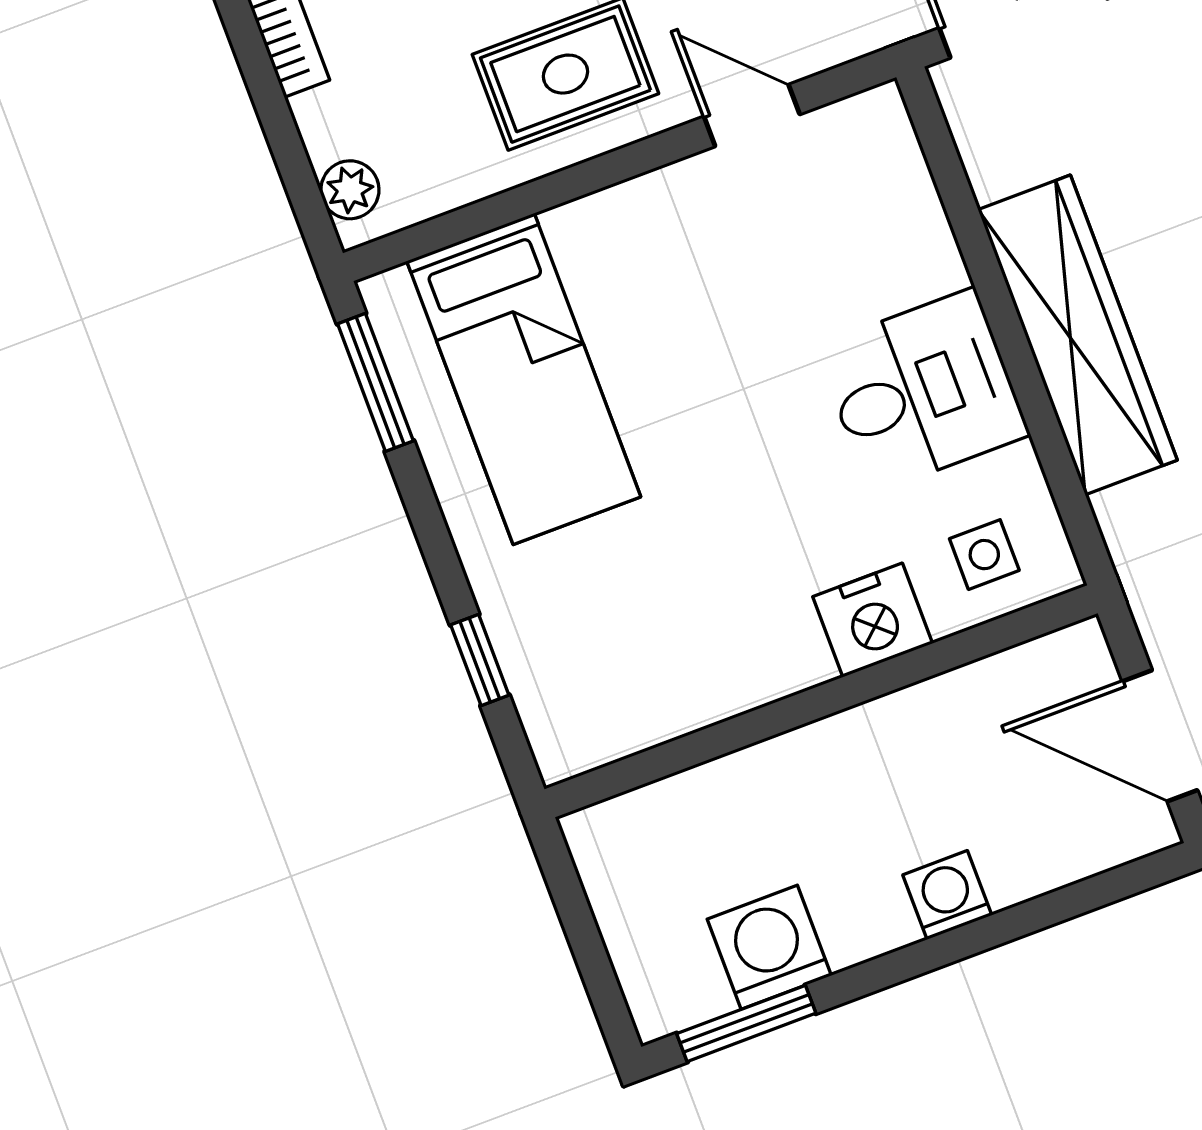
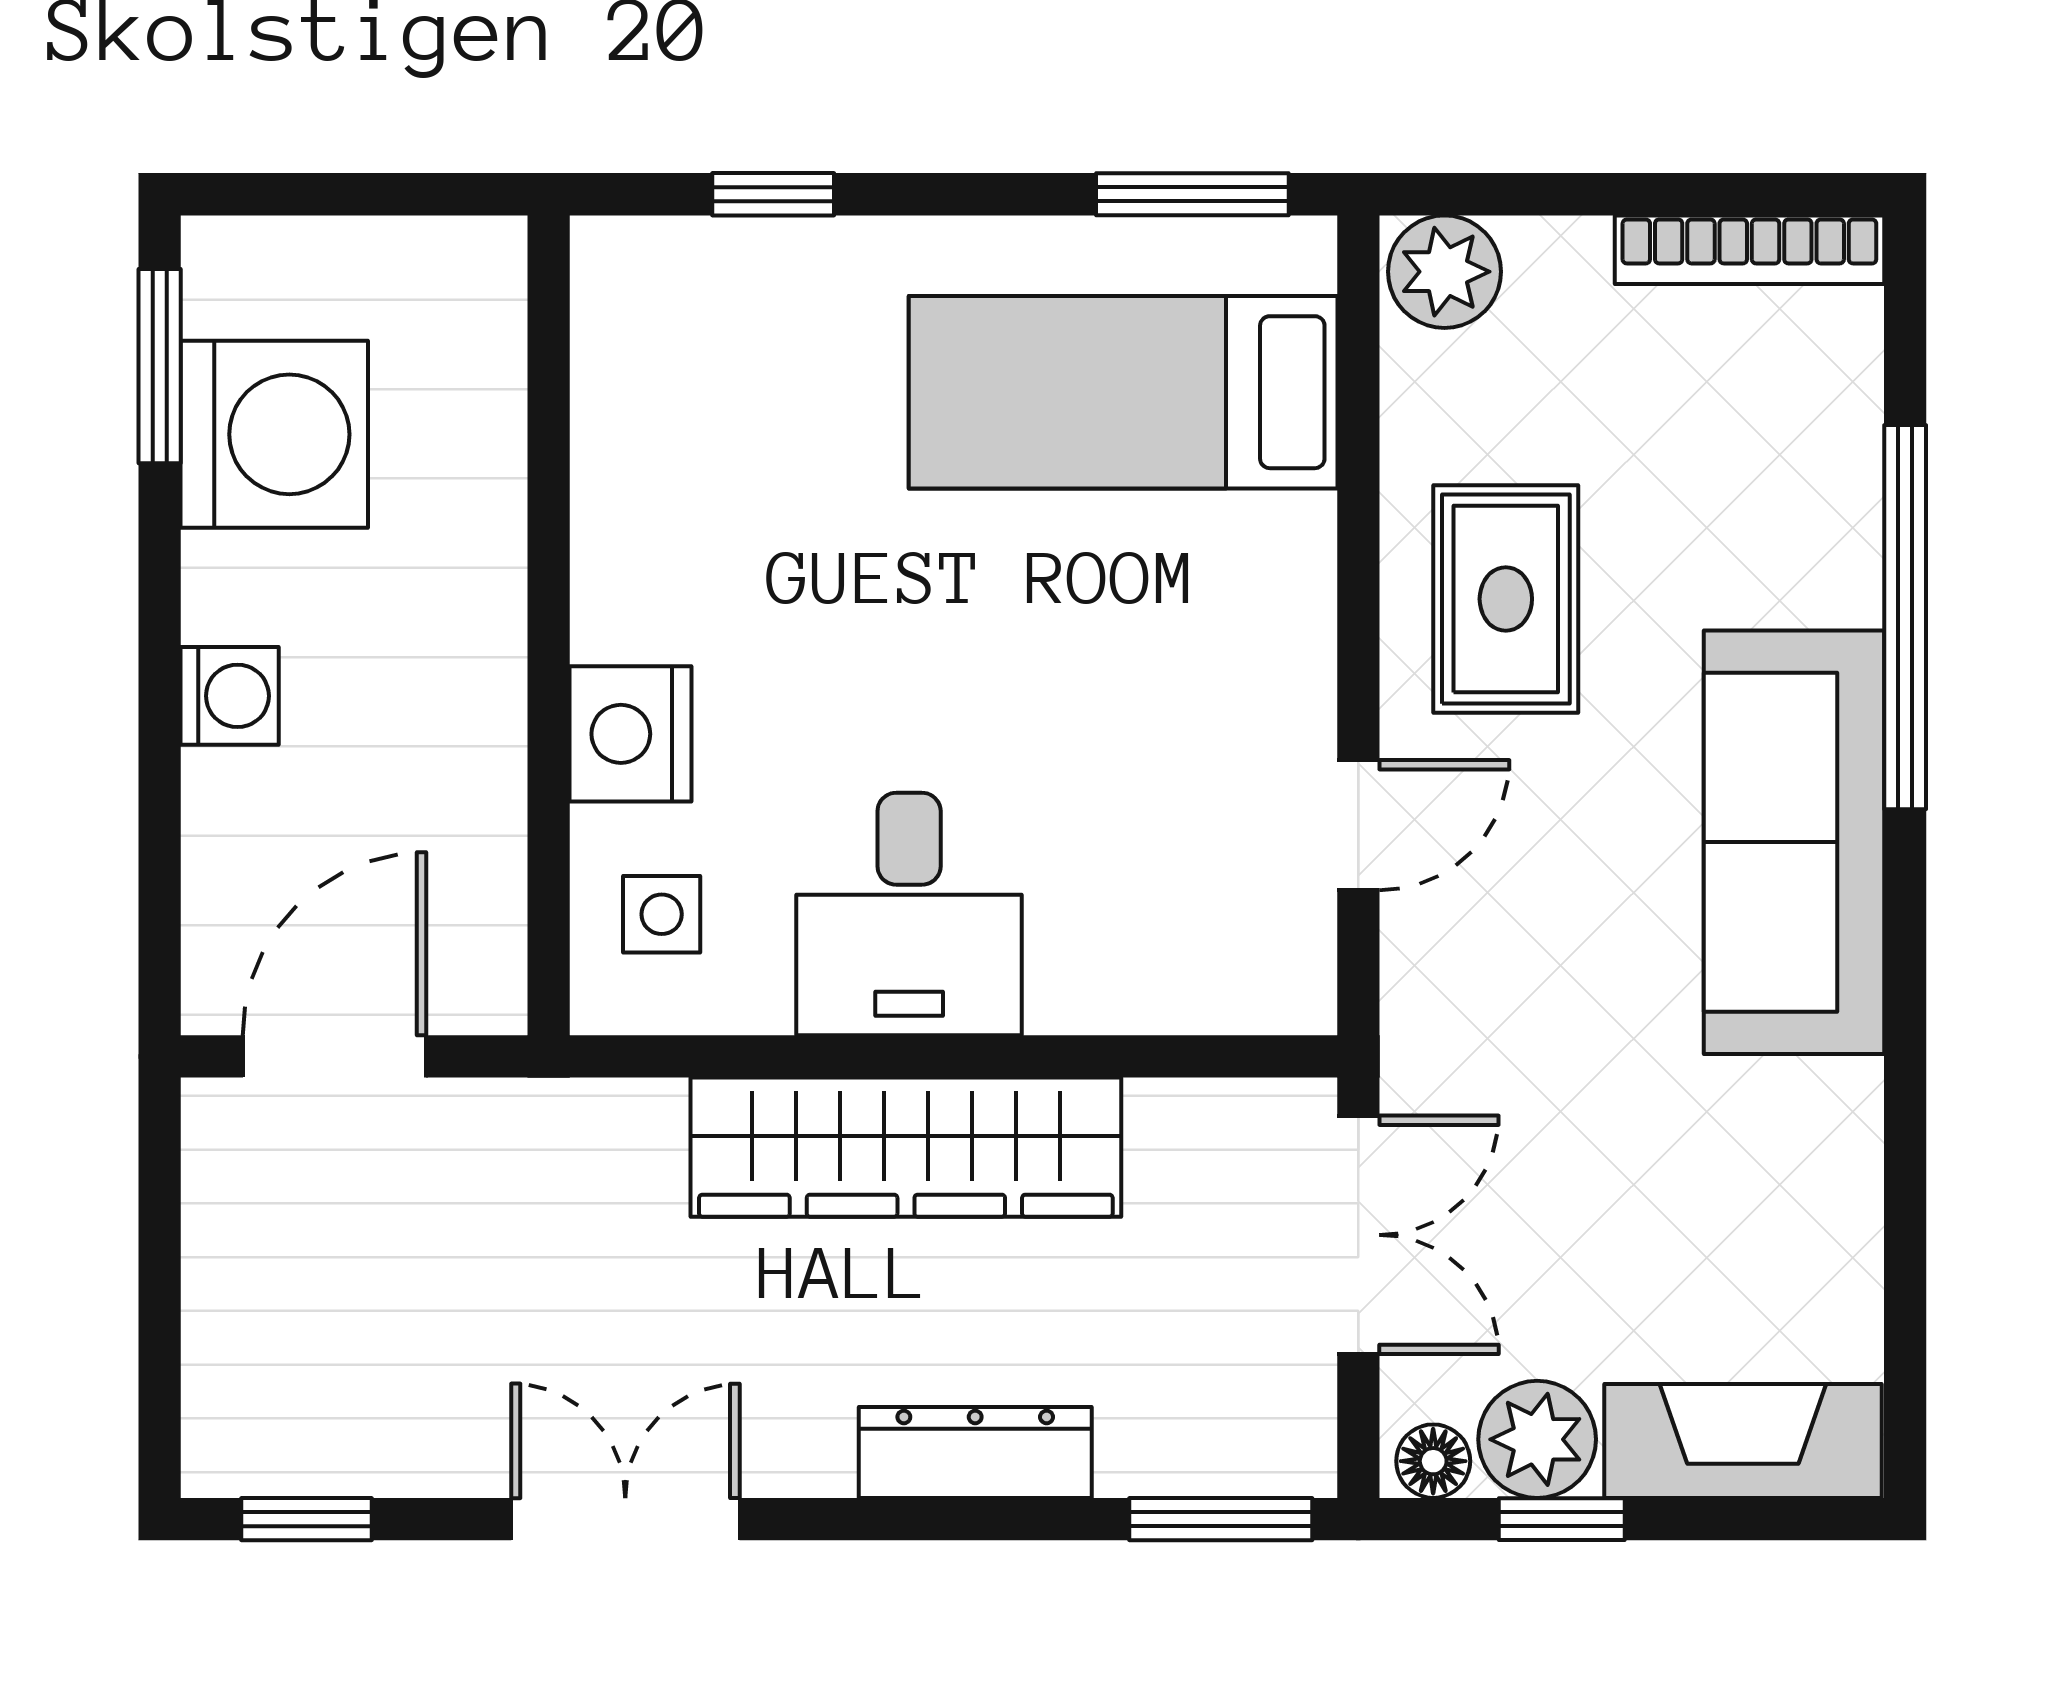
plant: (350, 190) -> (1444, 272), width x1.38, depth x1.38
washing machine: (769, 947) -> (274, 434), width x1.37, depth x1.37

